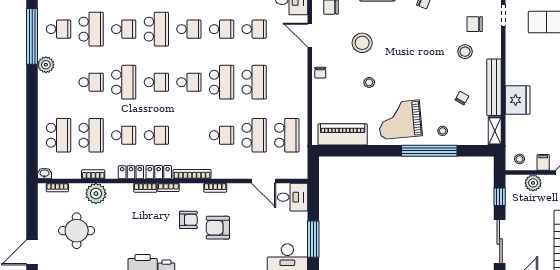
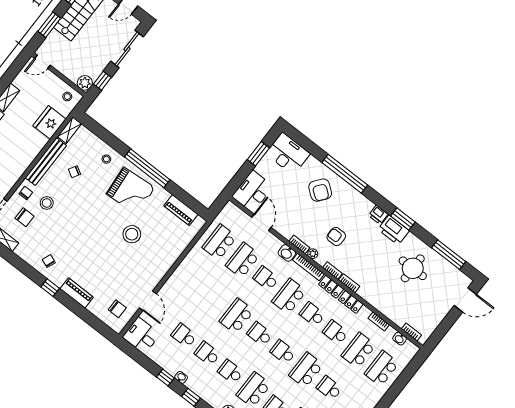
stool: (362, 43) -> (115, 266), removed
chair: (320, 73) -> (26, 193), moved
school desk: (254, 82) -> (289, 296), moved
stool: (369, 82) -> (132, 234), width x1.89, depth x1.89
fridge: (518, 100) -> (49, 122), moved
piano: (343, 134) -> (181, 210), width x0.73, depth x0.75
window: (429, 151) -> (147, 168), moved
filing cabinet: (543, 162) -> (52, 81), removed
washbasin: (220, 172) -> (287, 253), added
washbasin: (44, 173) -> (400, 339), moved
plant: (533, 183) -> (85, 83), moved
plant: (96, 194) -> (313, 254), moved, width x0.53, depth x0.53
desk: (292, 197) -> (253, 191), width x1.37
armchair: (218, 228) -> (320, 190), moved, turned 37
round table: (77, 231) -> (413, 268), moved
window: (313, 239) -> (258, 154), width x0.69

